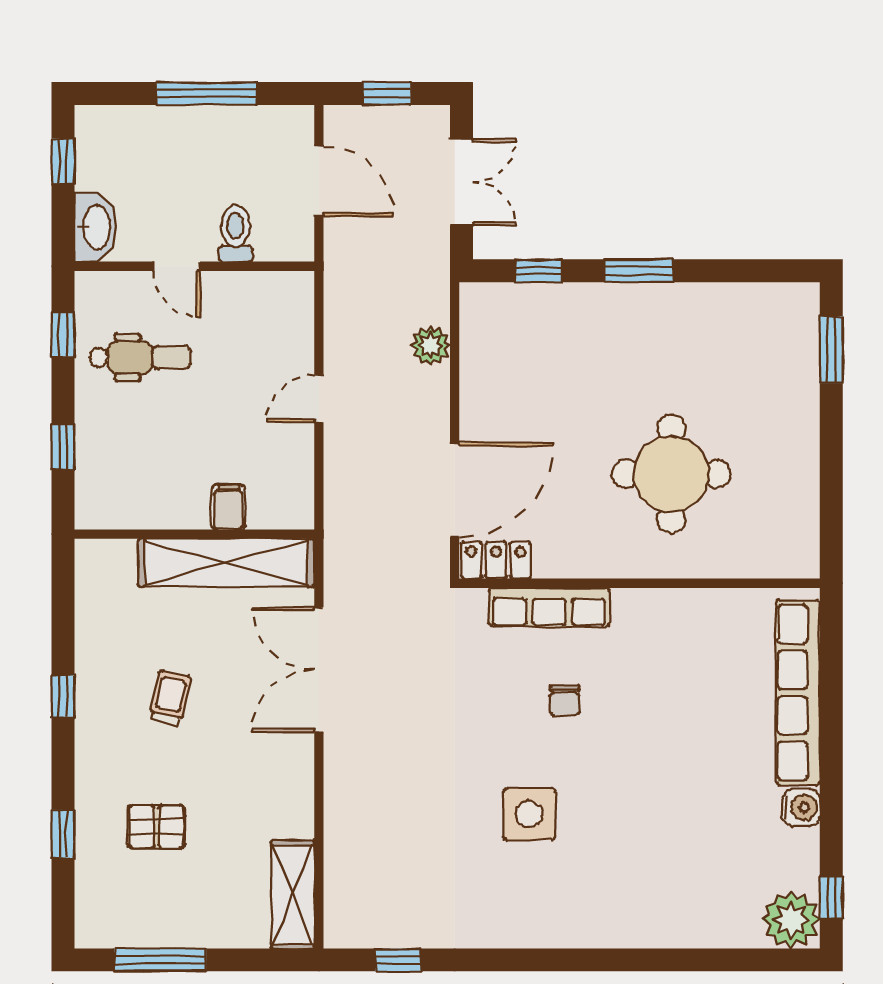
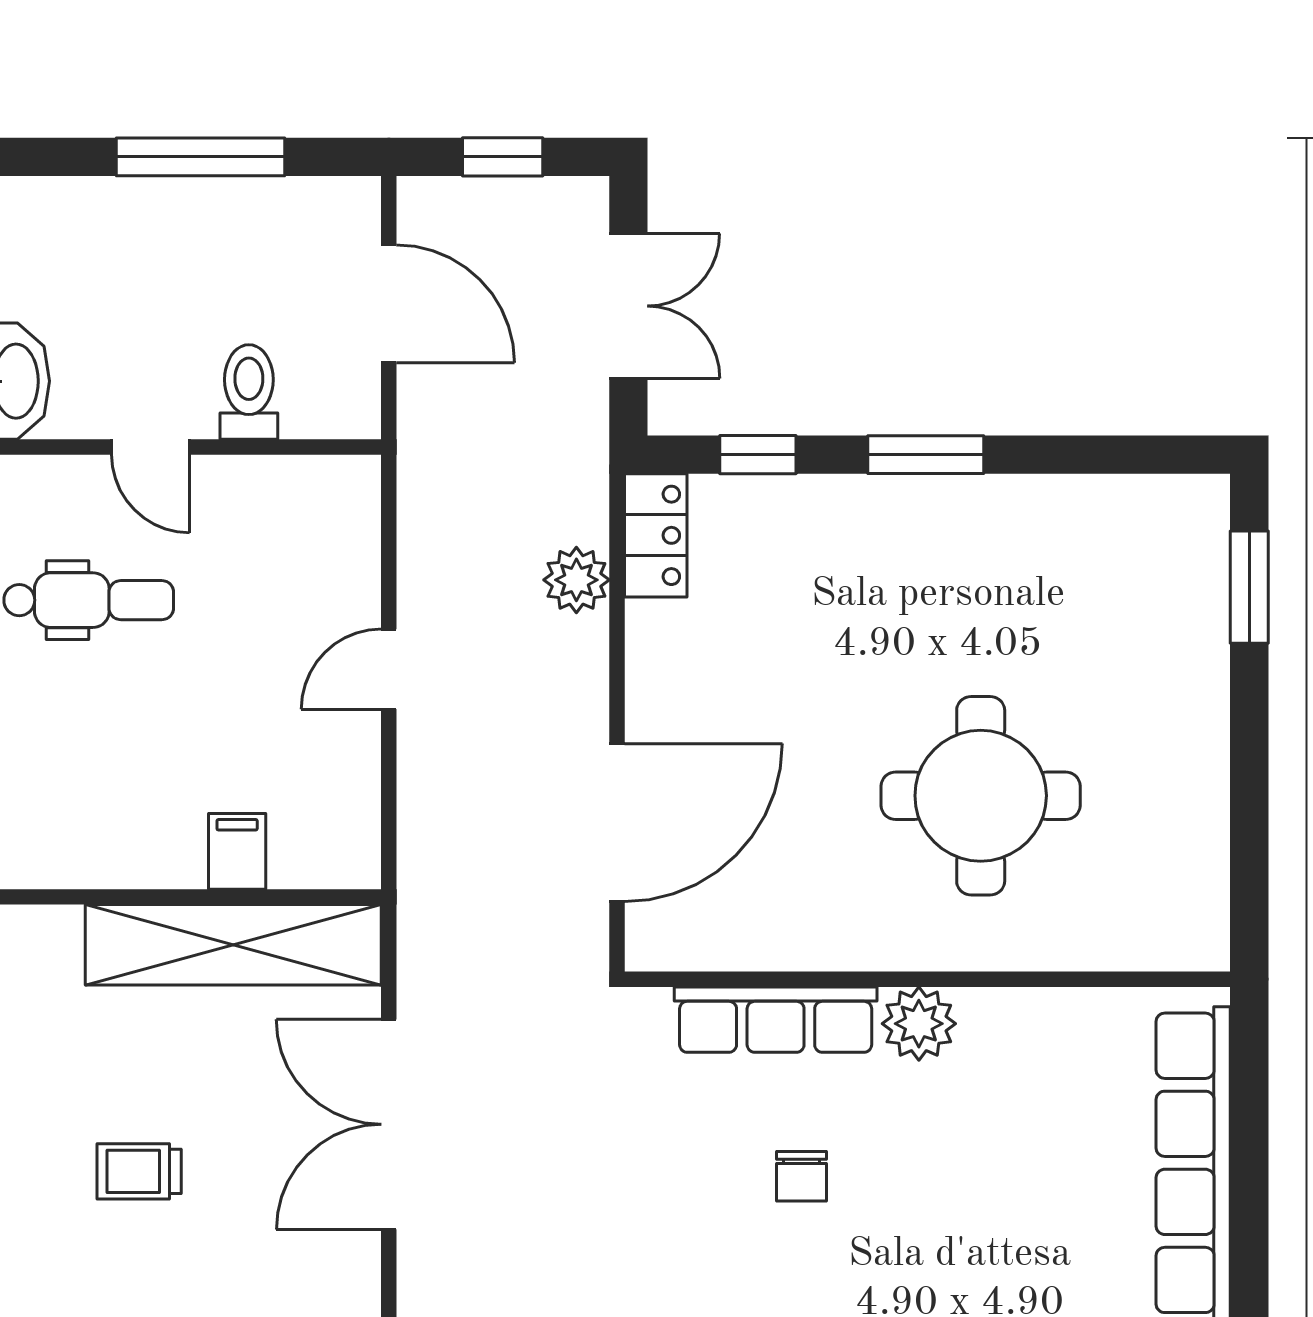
locker: (496, 560) -> (656, 535), moved, turned 90
plant: (634, 610) -> (919, 1024), added
trolley: (170, 698) -> (139, 1171), turned -103

